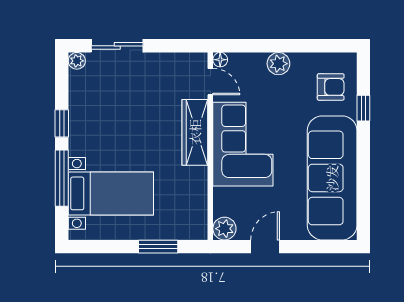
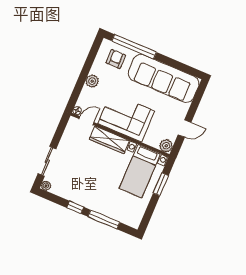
window: (363, 108) -> (134, 47), width x3.17
bed with nightstands: (111, 193) -> (140, 171), moved, turned 180
door: (265, 247) -> (185, 129), swing flipped

